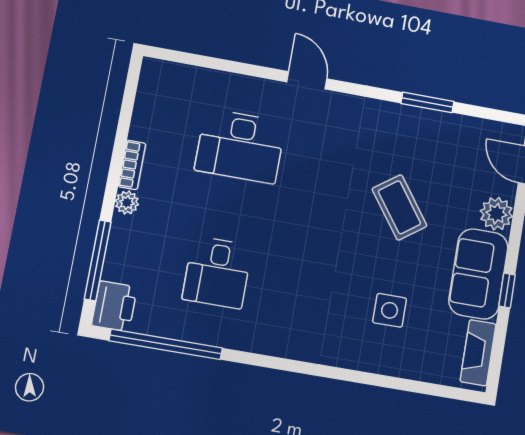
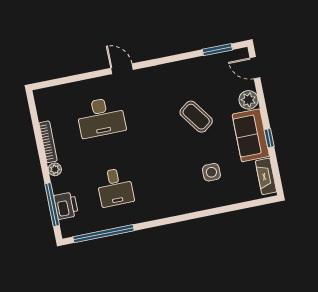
window: (427, 102) -> (217, 50), moved
bookcase: (132, 165) -> (48, 142), width x1.56
printer: (114, 306) -> (66, 206), moved

